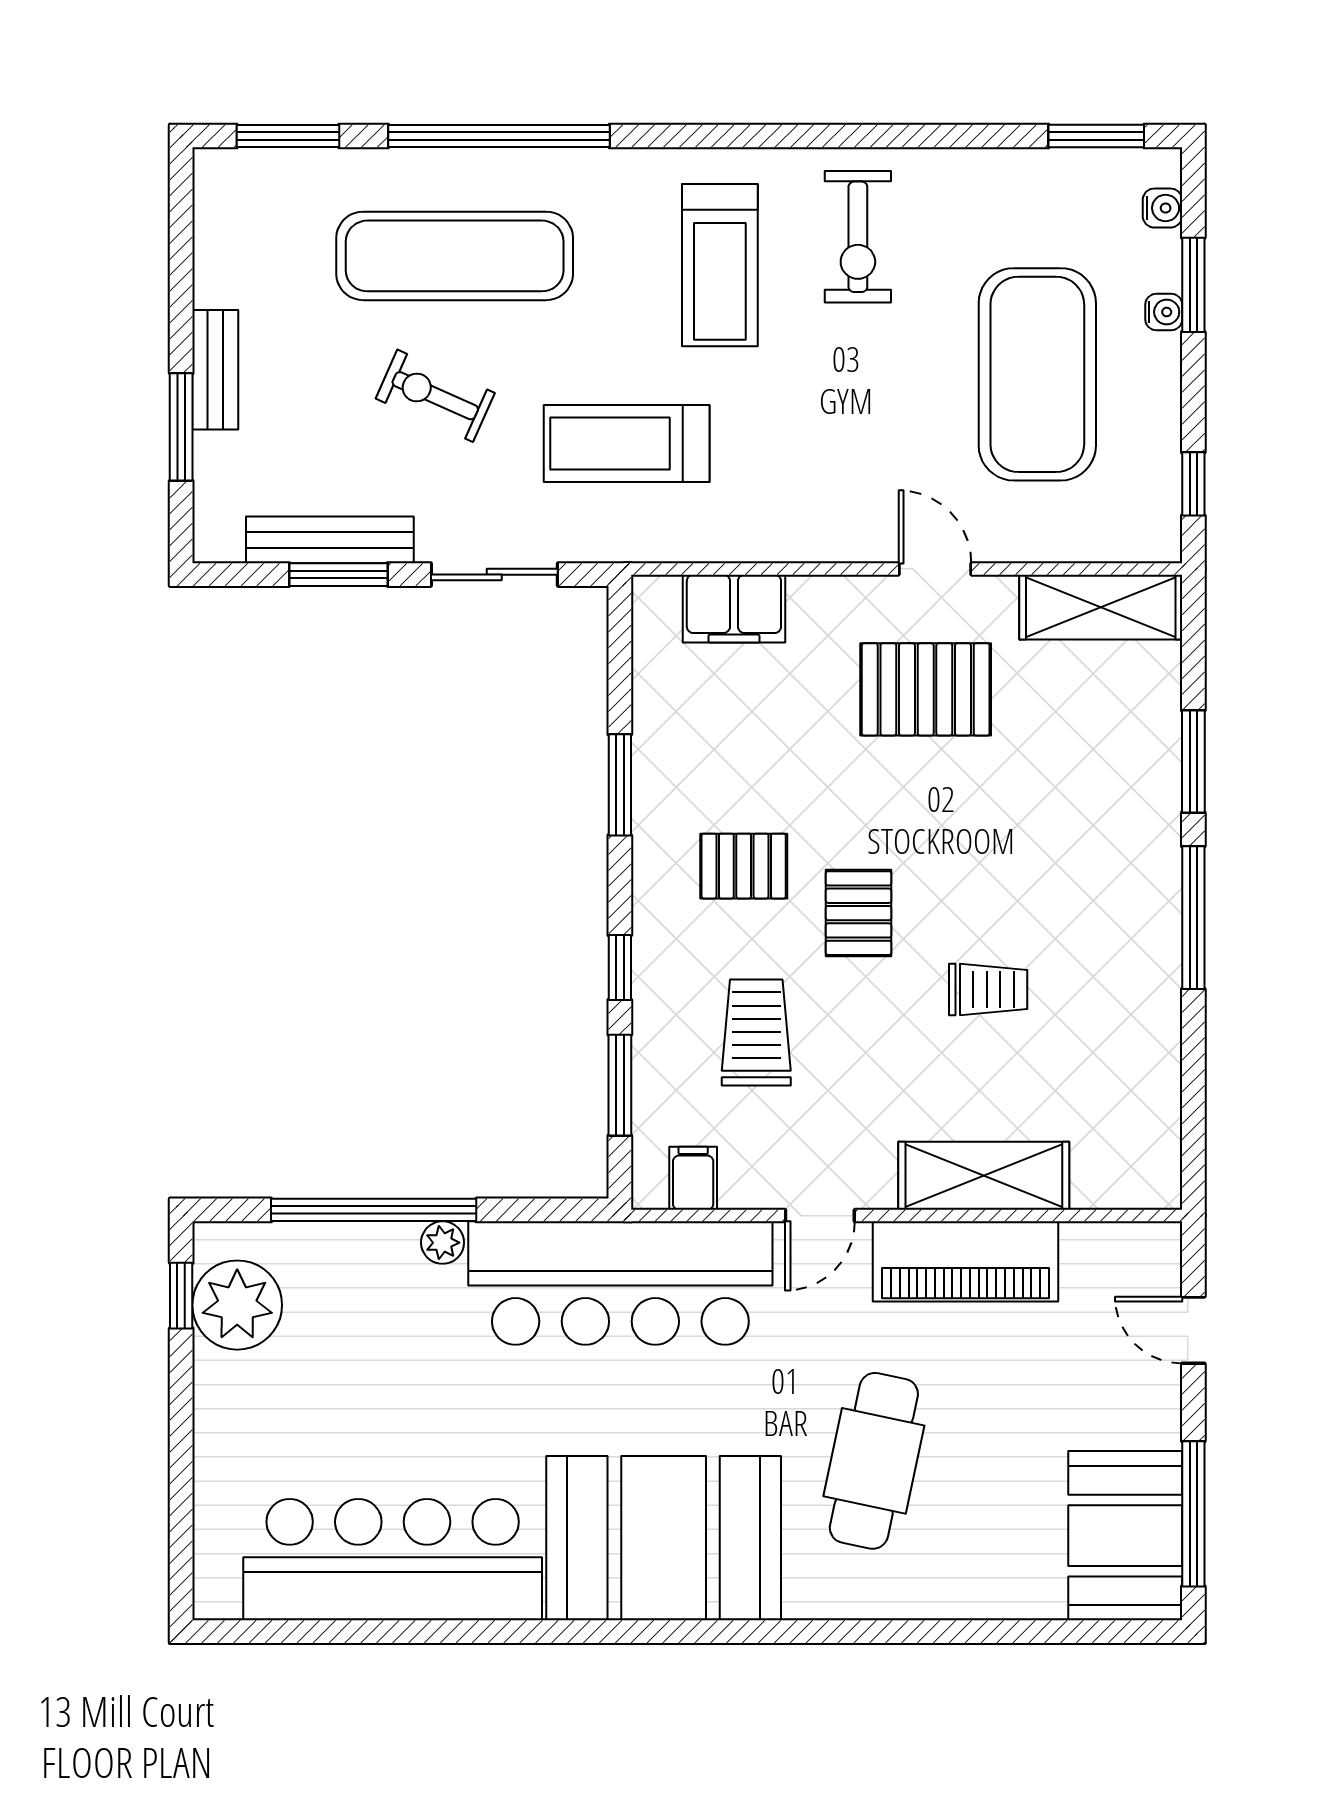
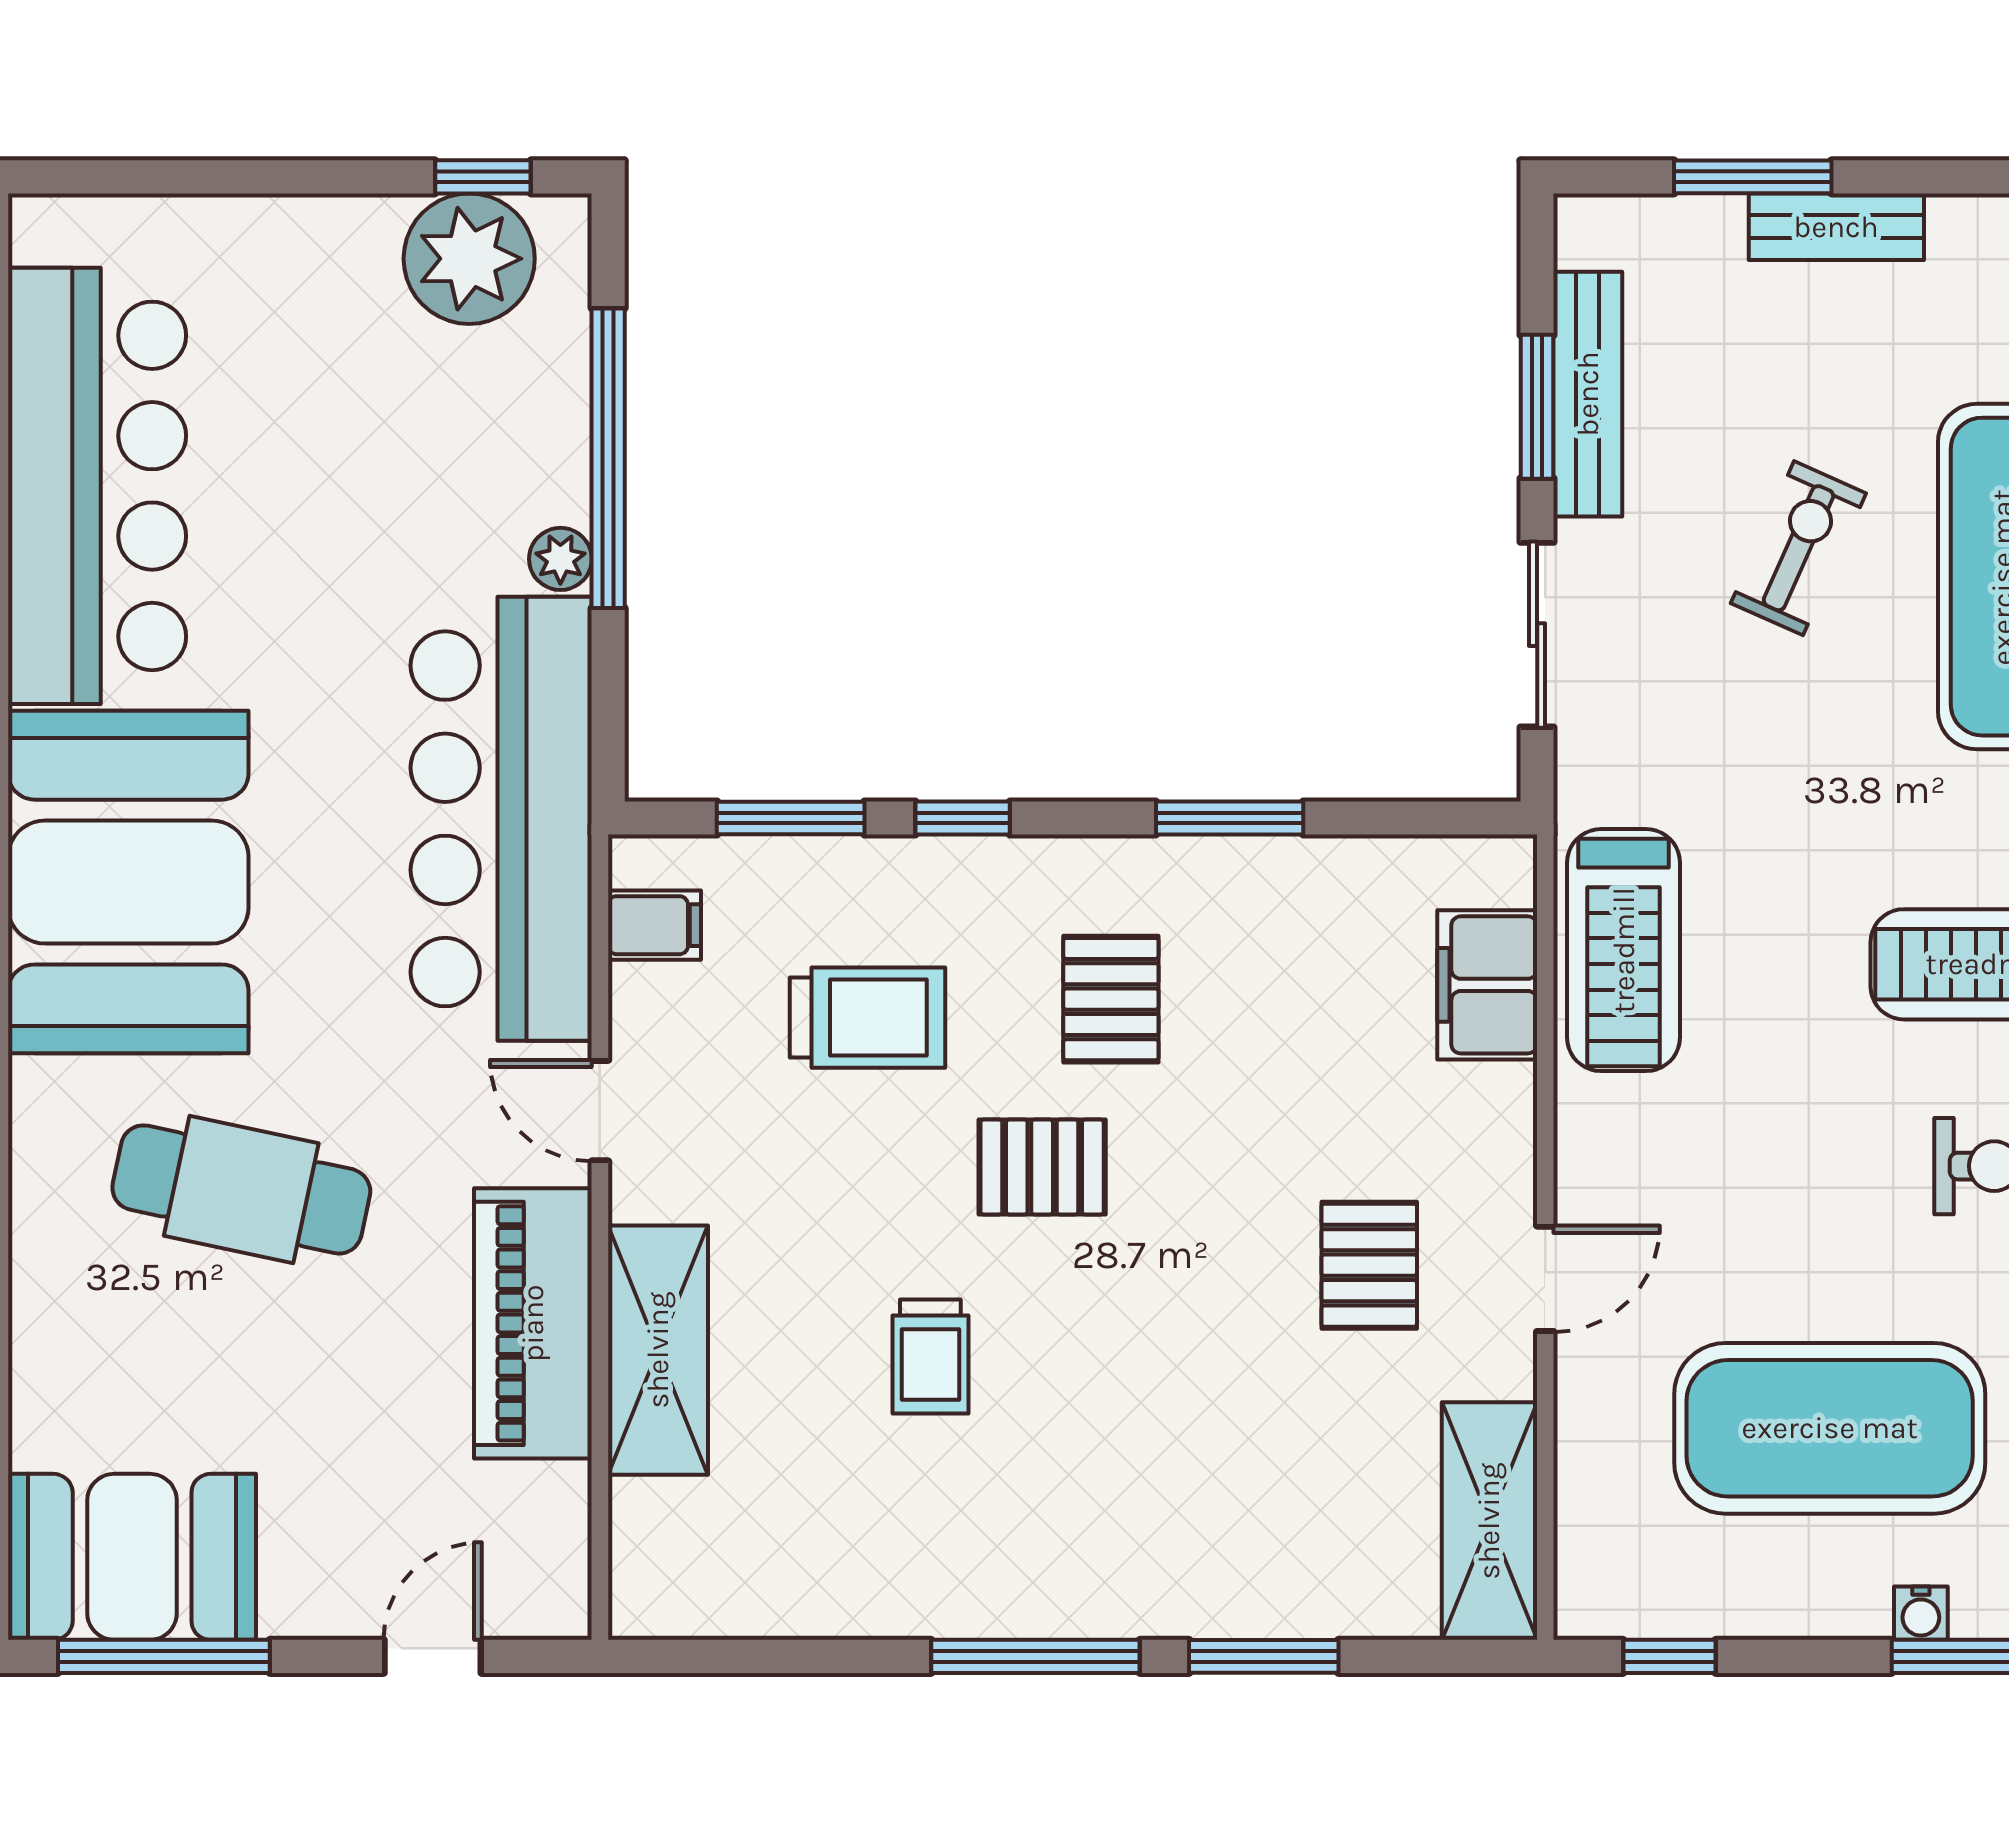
treadmill: (627, 444) -> (1624, 950), moved, turned 180
pallet: (926, 689) -> (1369, 1265), width x0.67, depth x0.71

